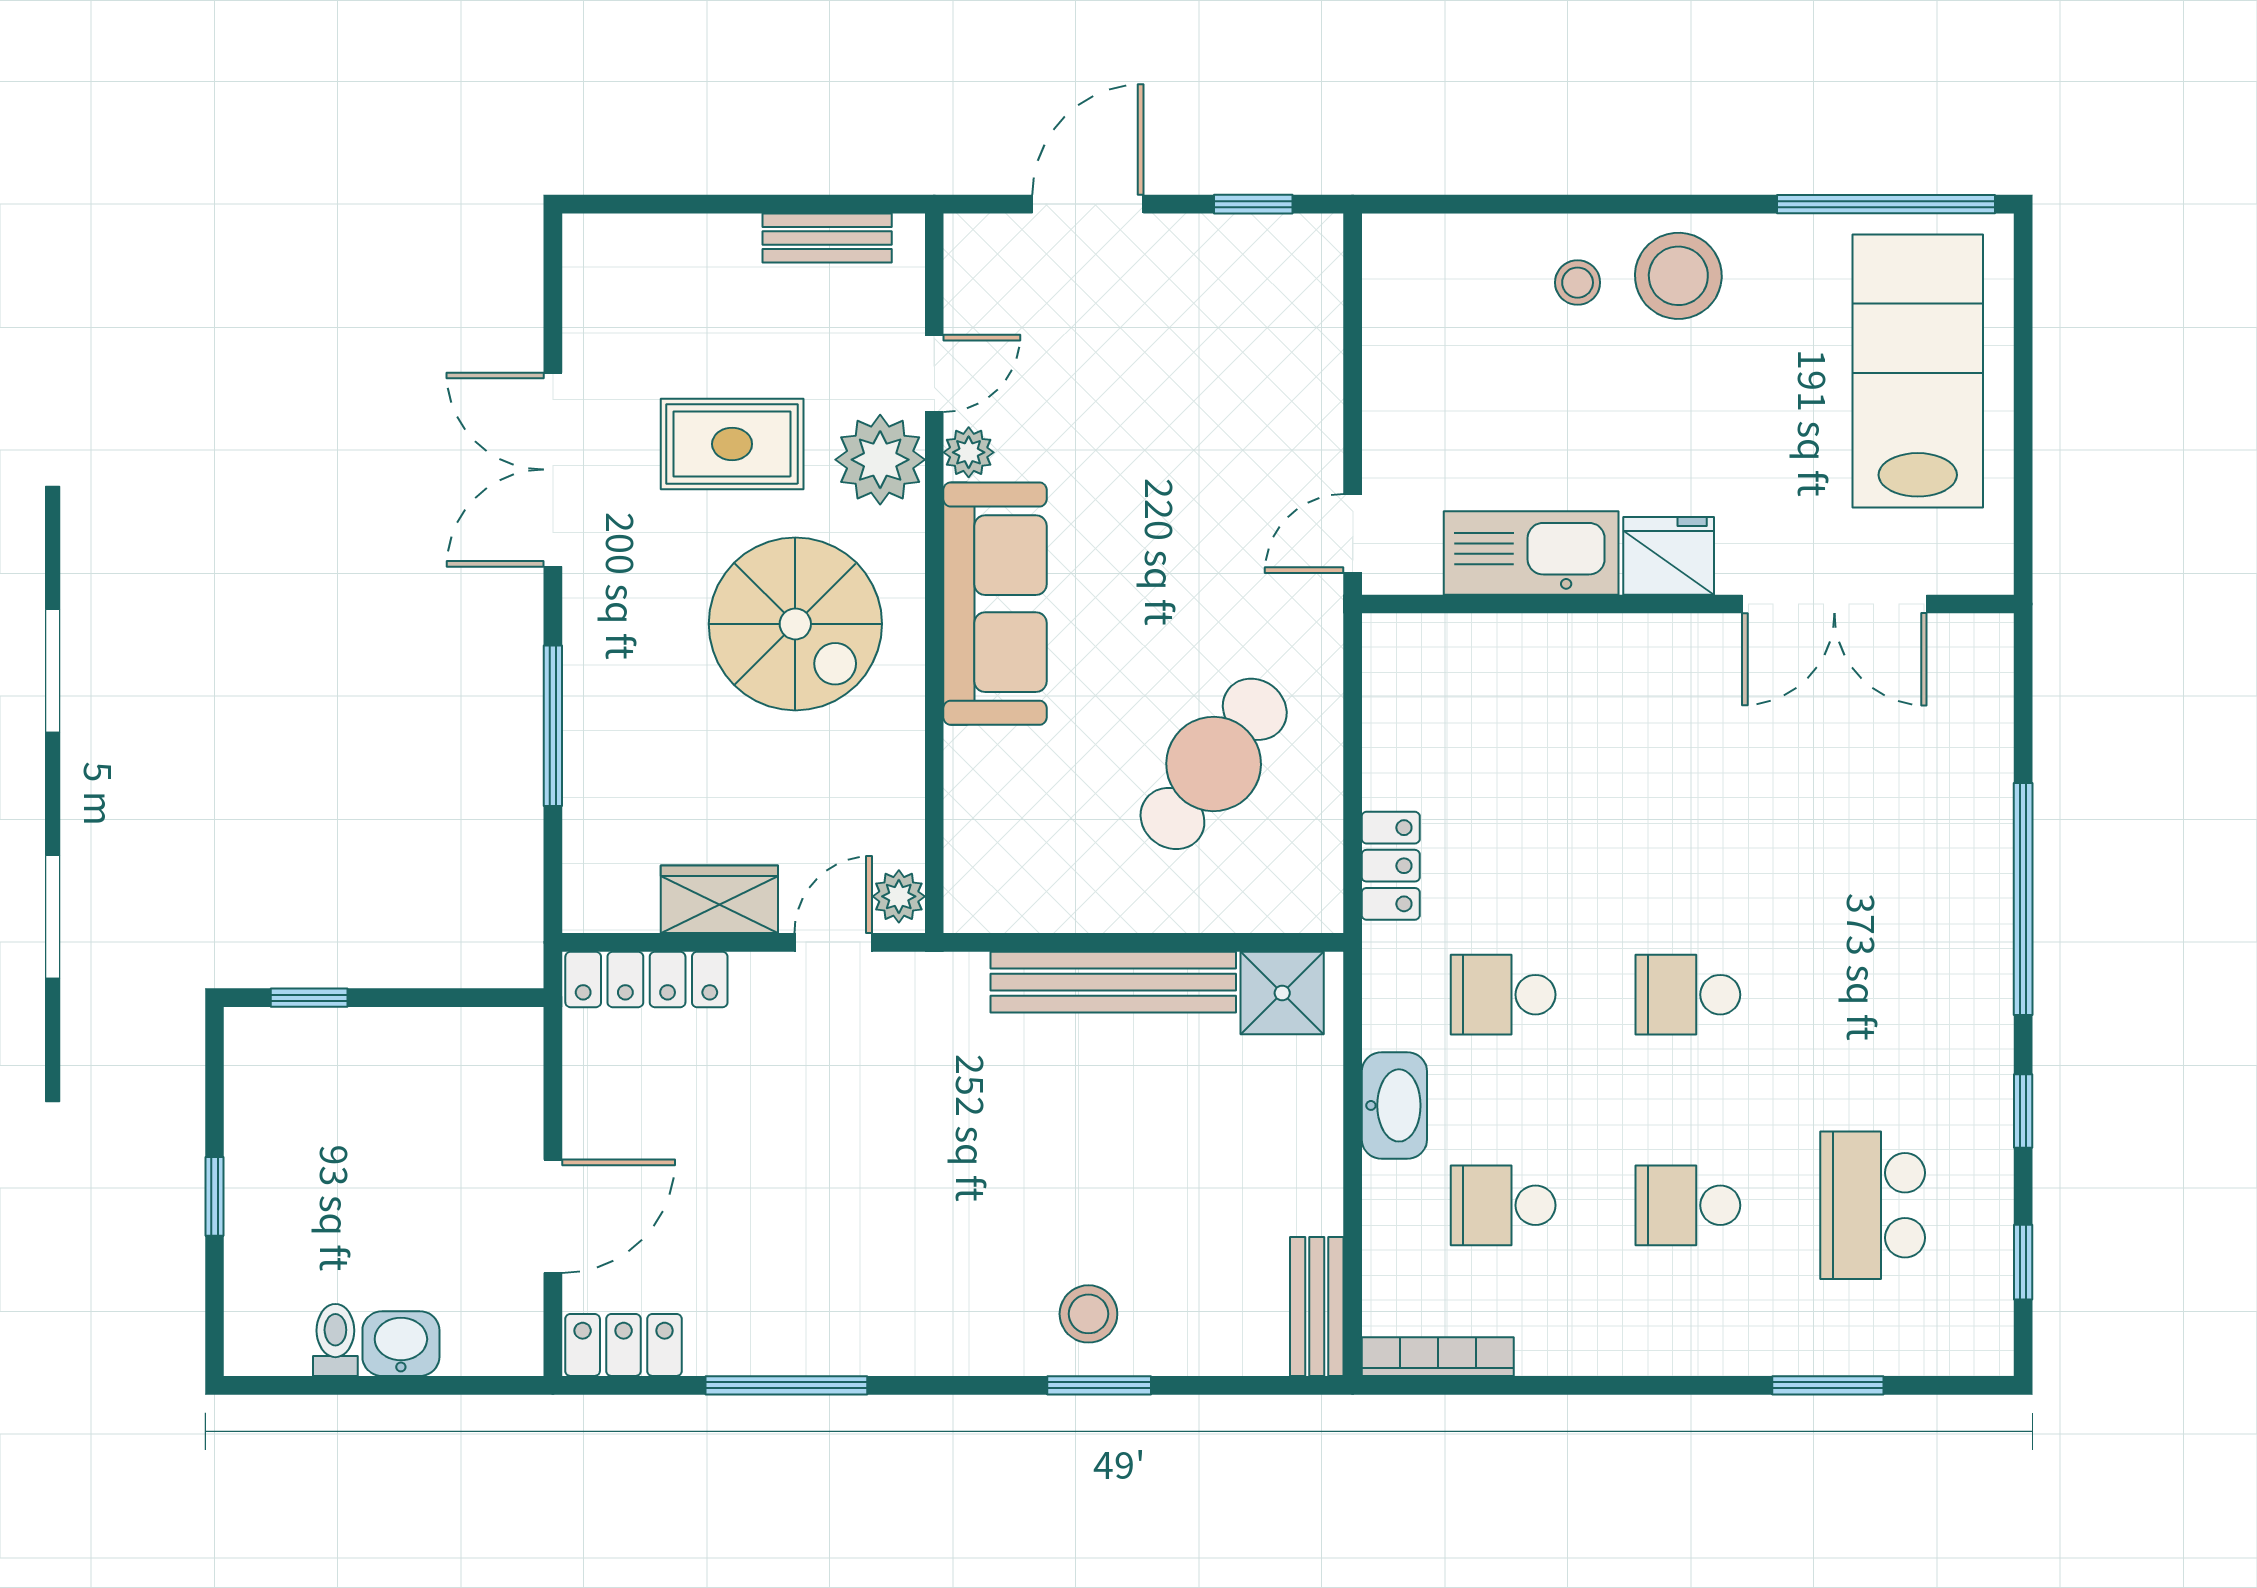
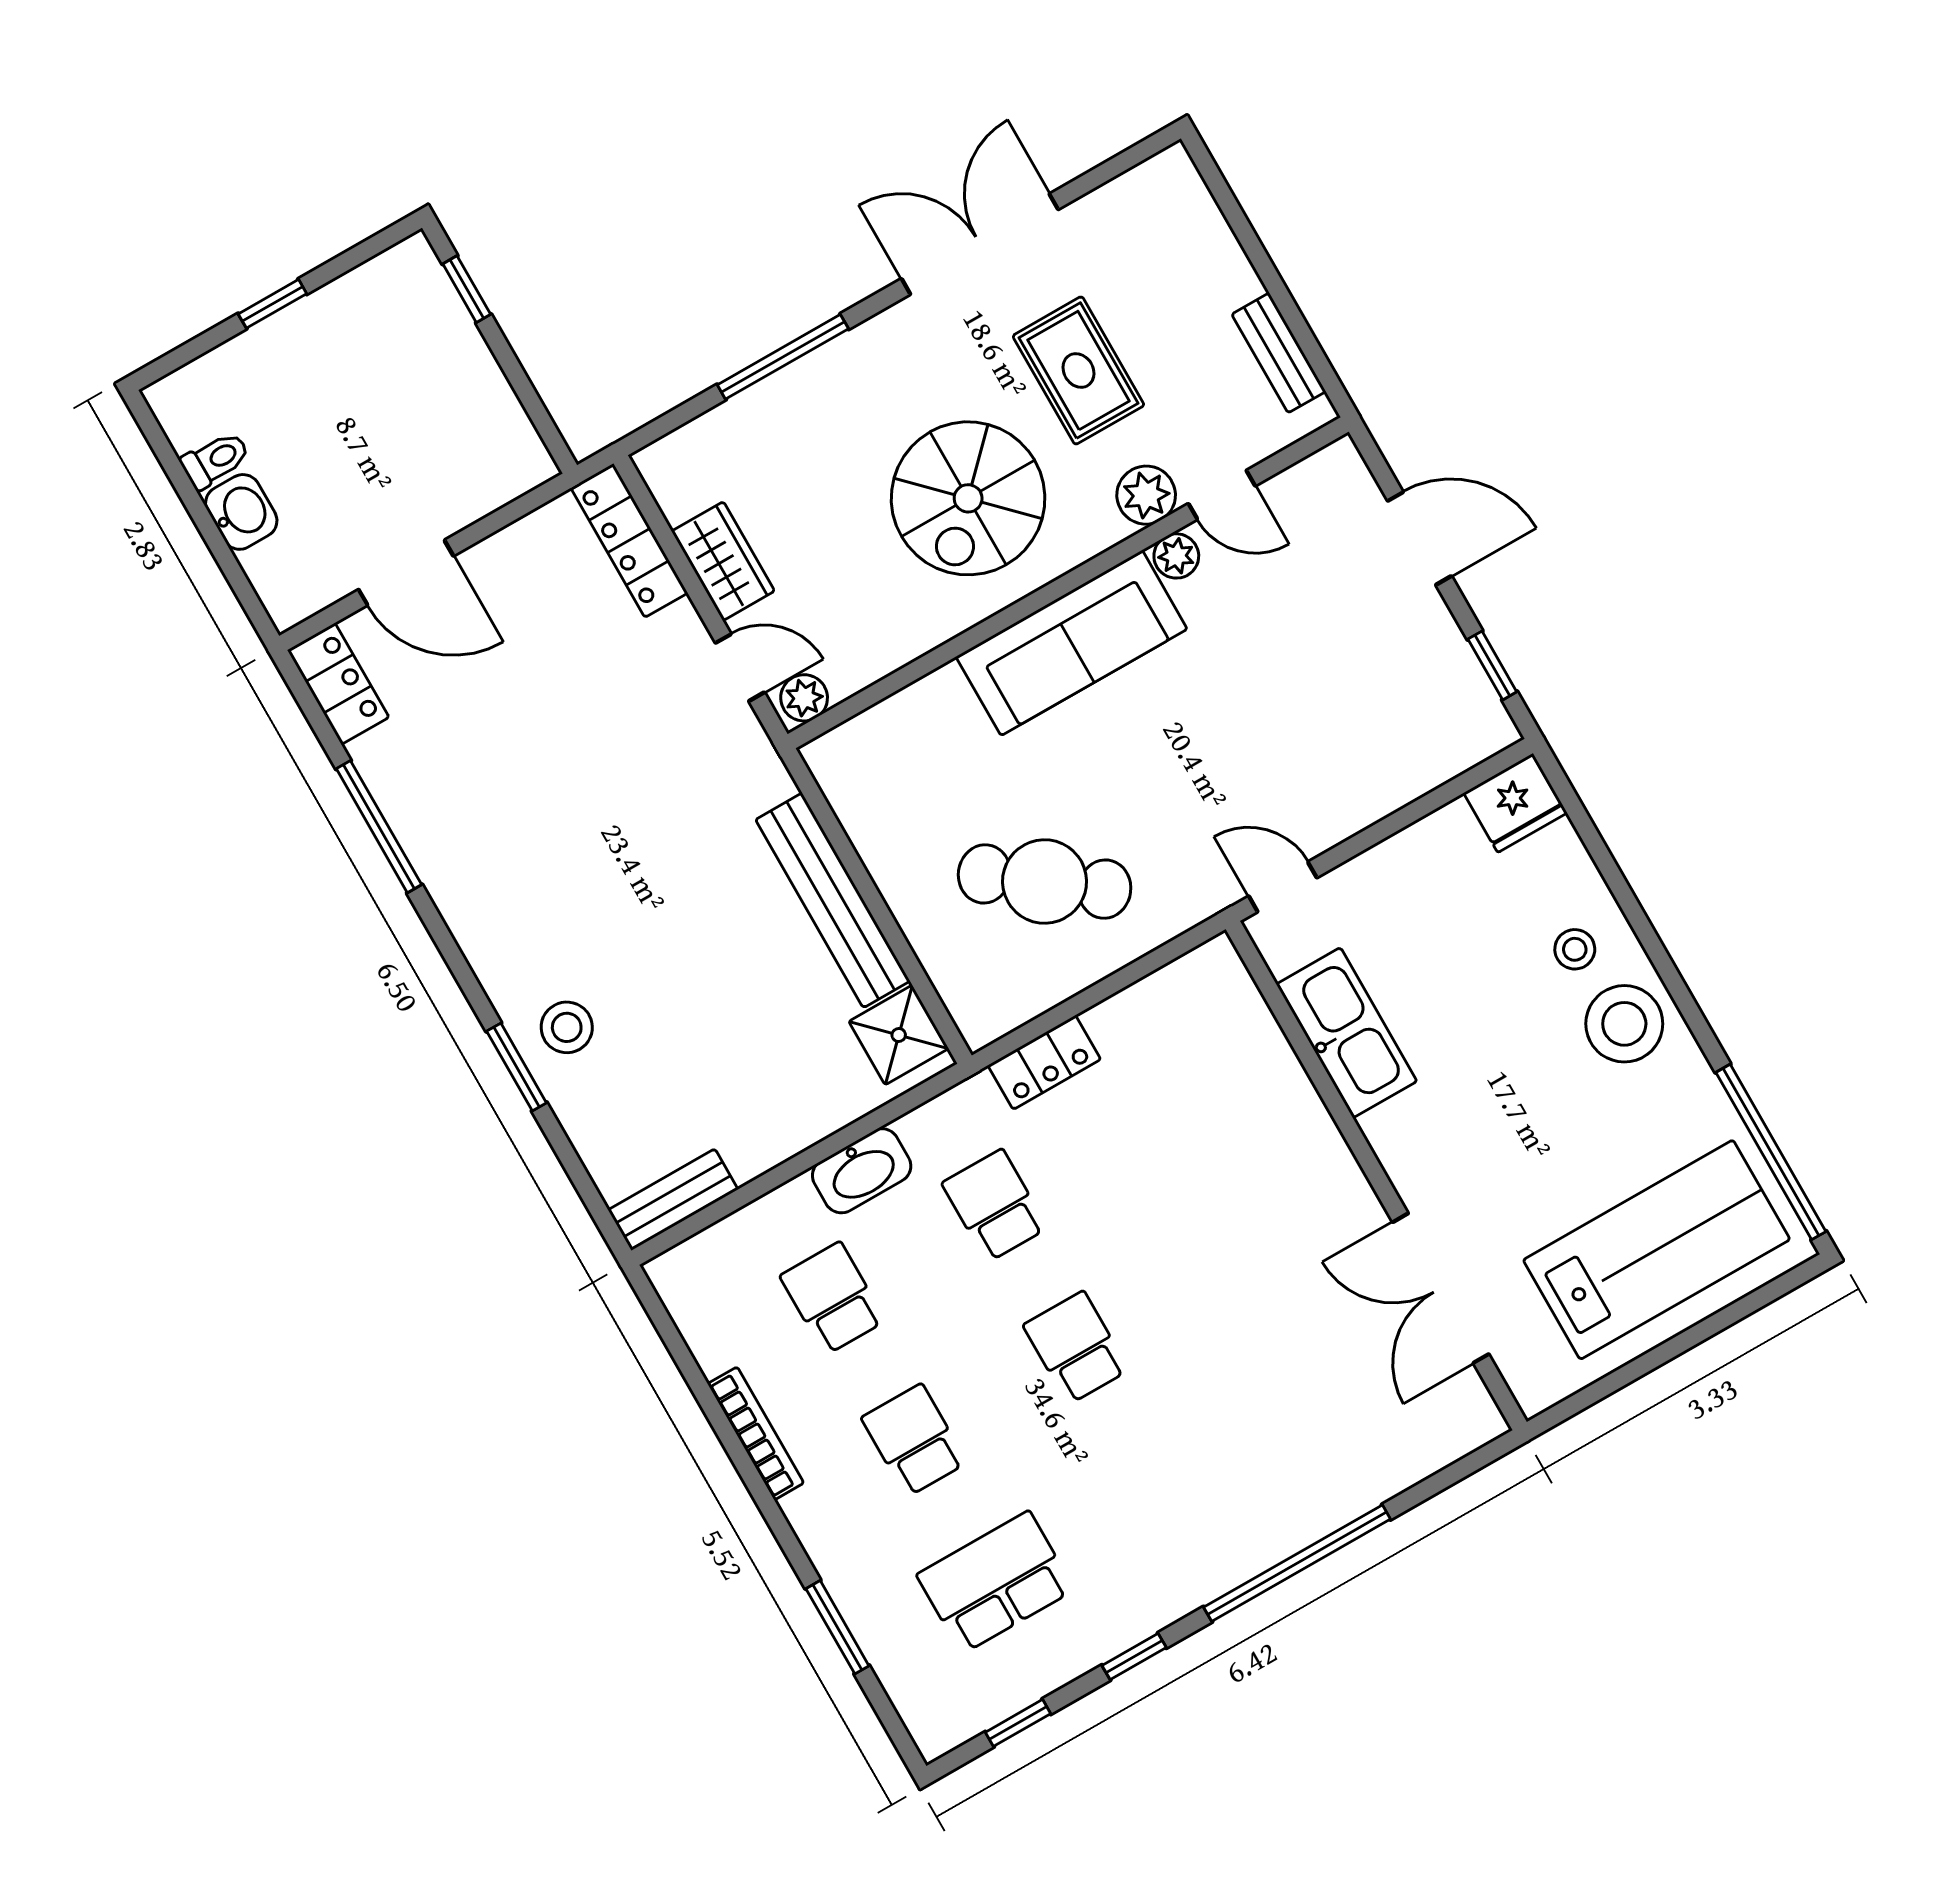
plant: (880, 460) -> (1146, 495), width x0.73, depth x0.73
fridge: (1669, 556) -> (1515, 803), moved, turned 90
bookcase: (1438, 1357) -> (756, 1433), moved

